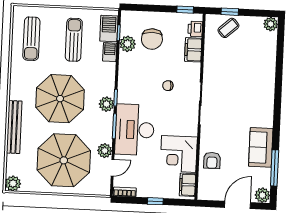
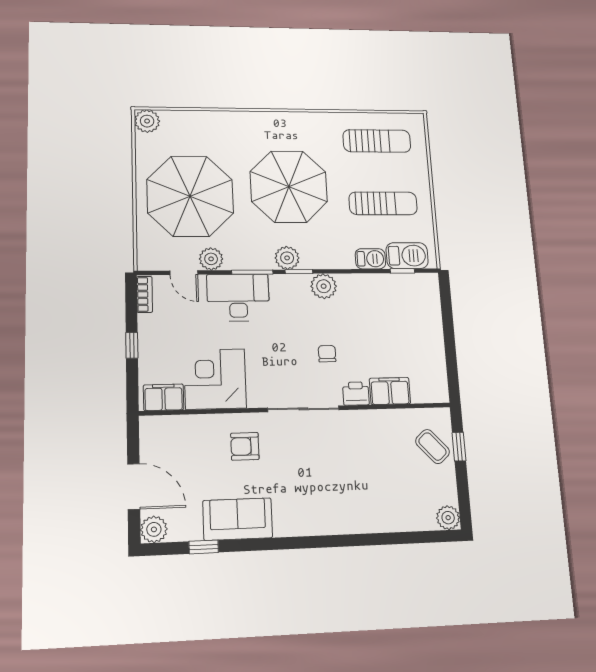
window: (185, 10) -> (452, 373), removed
printer: (195, 29) -> (356, 394), moved
sun lounger: (31, 39) -> (377, 141), turned 180
chair: (152, 39) -> (399, 323), removed
plant: (128, 44) -> (324, 286), moved
bench: (14, 127) -> (237, 120), removed
desk: (135, 130) -> (238, 298), width x0.73, depth x0.77
armchair: (212, 160) -> (245, 446), moved
window: (275, 168) -> (204, 547), width x0.46

